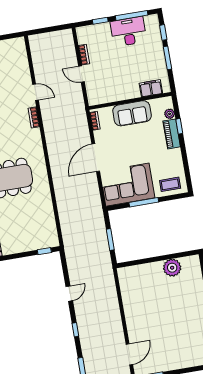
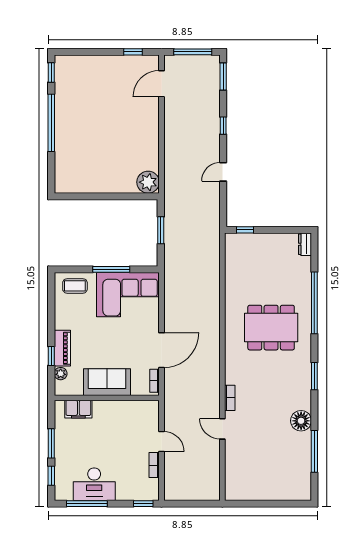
window: (100, 21) -> (143, 504), moved
door: (96, 158) -> (162, 350), moved
plant: (172, 268) -> (148, 182), moved

